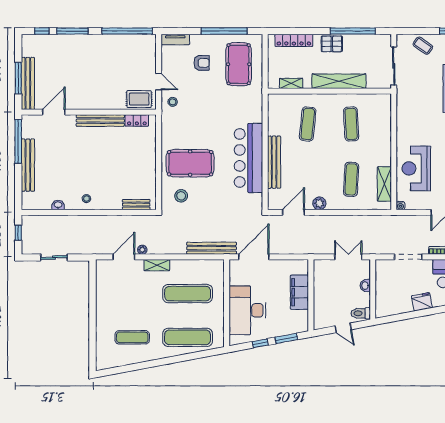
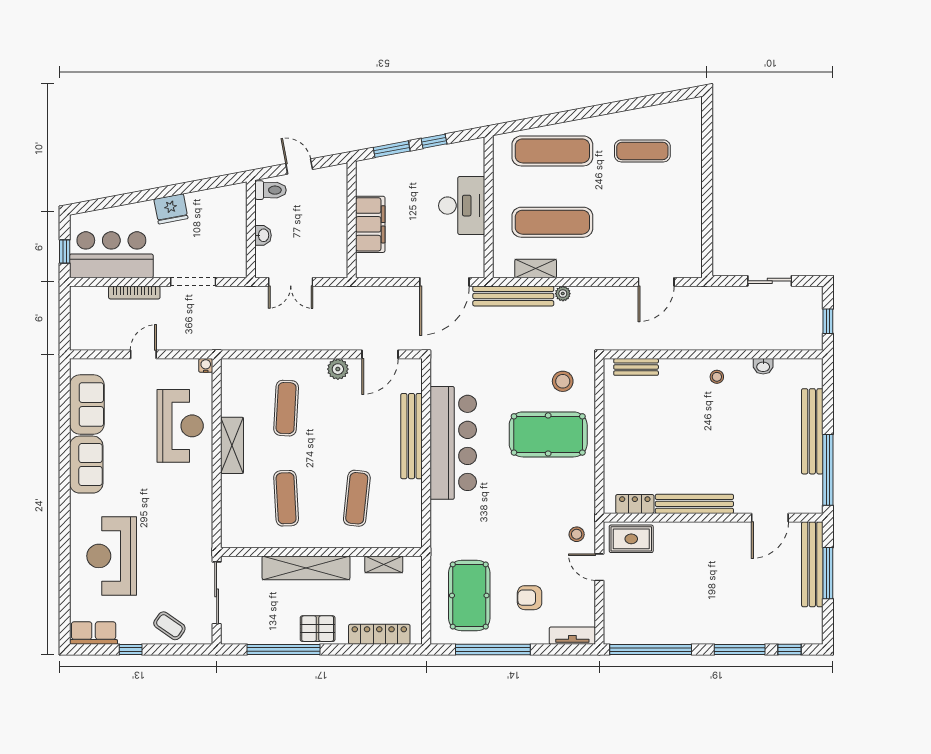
shelving: (384, 184) -> (232, 445), moved
plant: (142, 250) -> (563, 294), moved
shelving: (157, 265) -> (536, 269), moved
desk: (248, 310) -> (462, 206), width x0.73, depth x0.77

